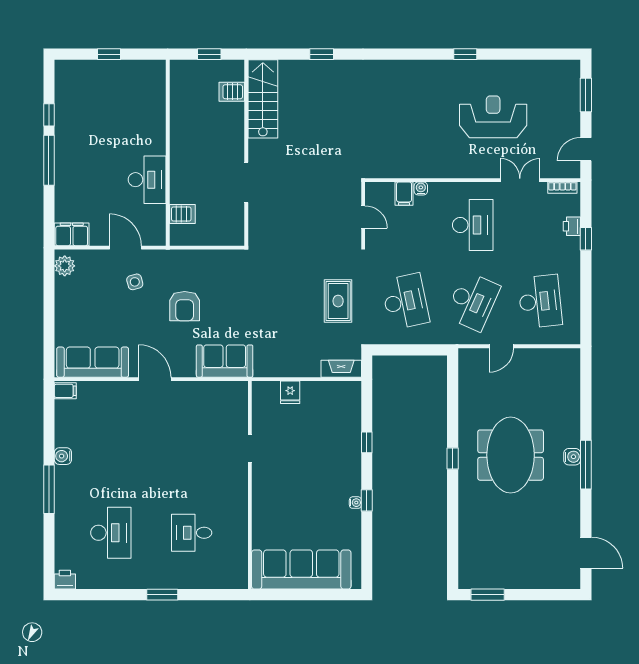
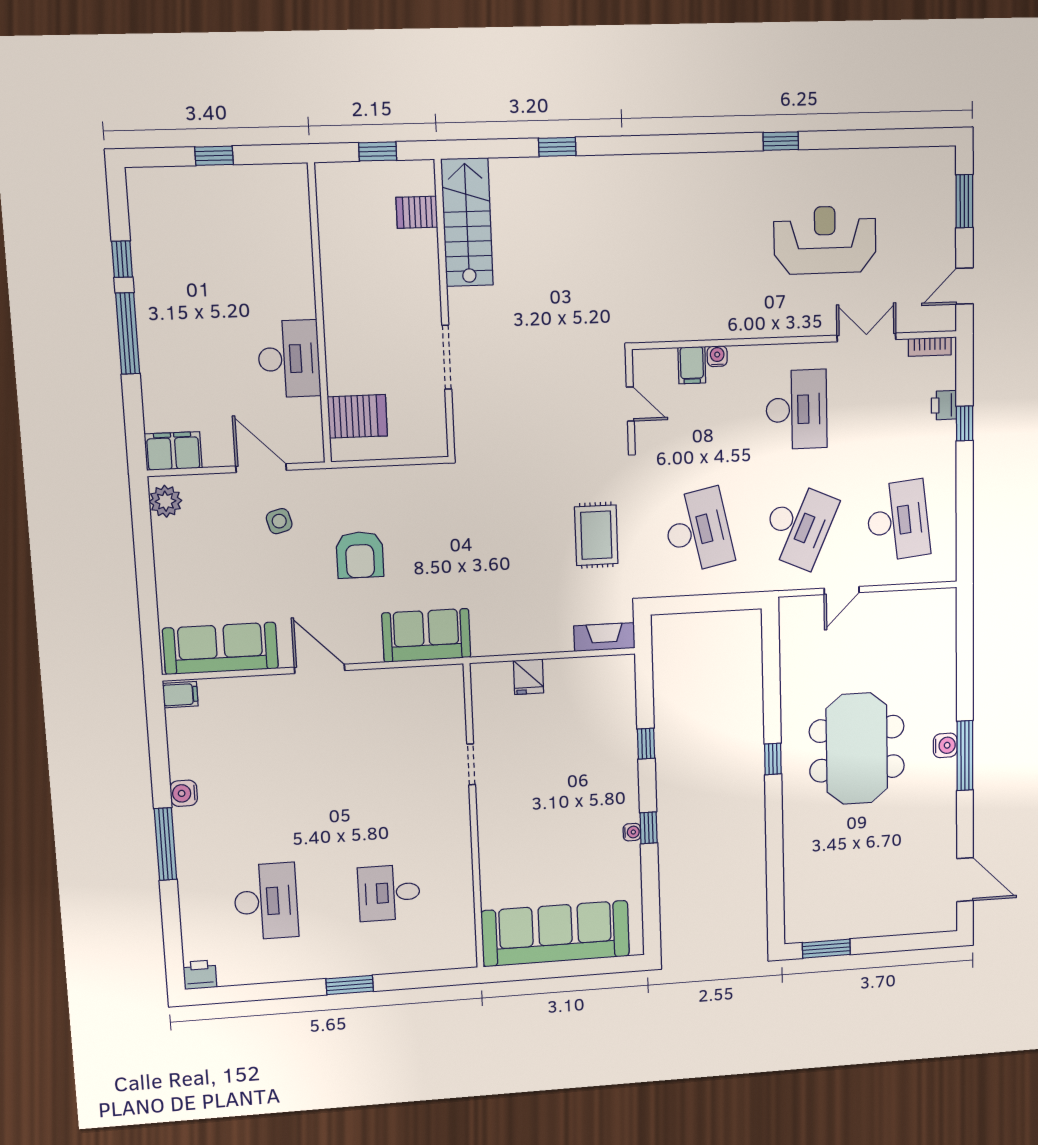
server rack: (182, 214) -> (357, 416), width x1.36, depth x1.44

